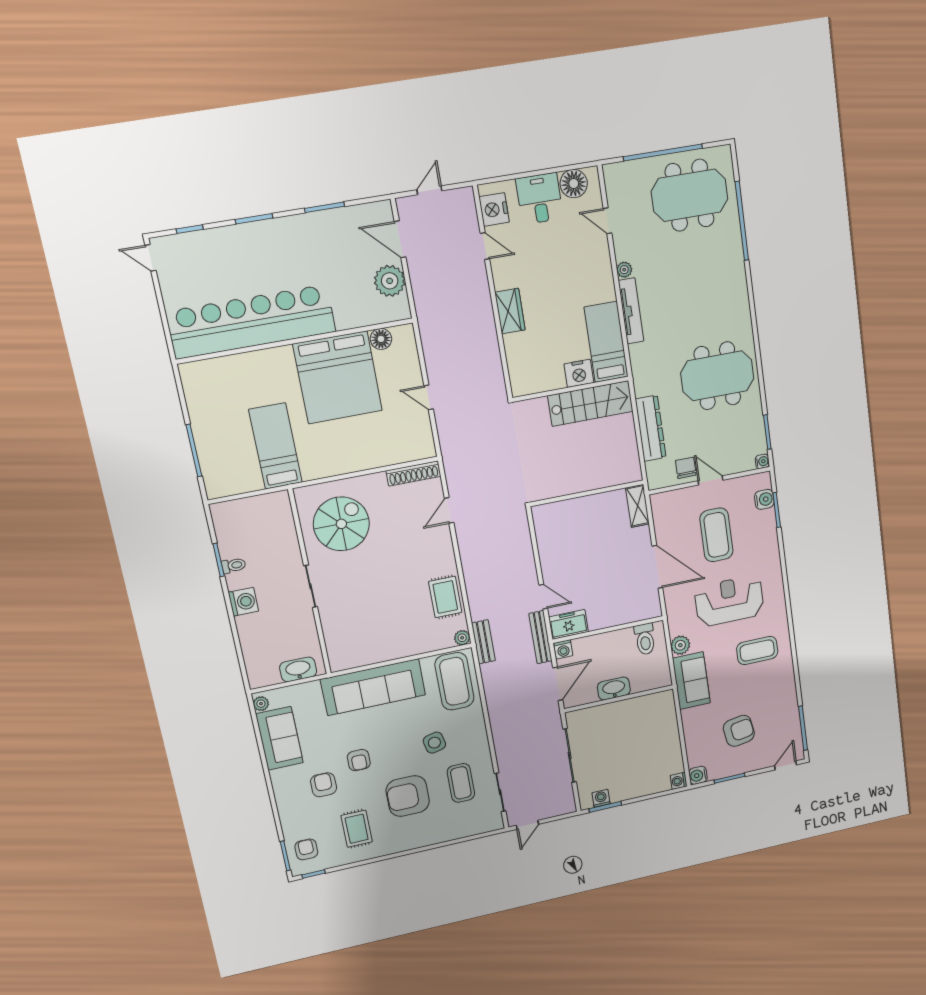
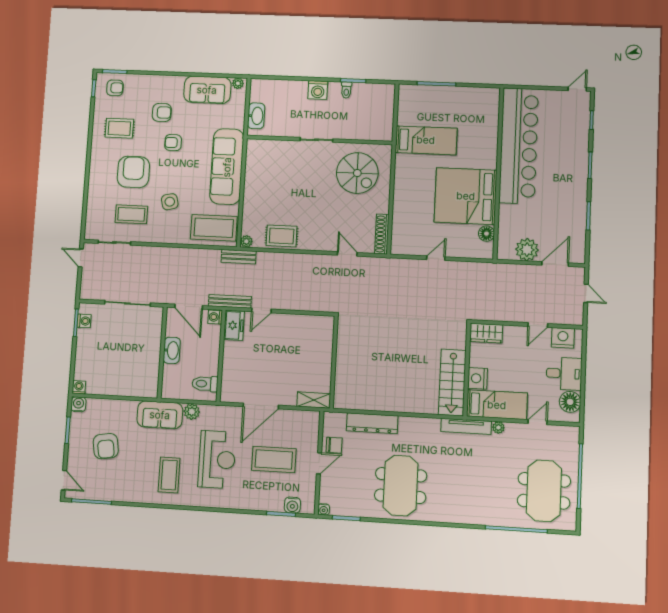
bed: (606, 342) -> (497, 405), moved
nightstand: (579, 373) -> (478, 378), moved
wall: (571, 389) -> (467, 369), moved
stairs: (591, 404) -> (452, 382), moved

